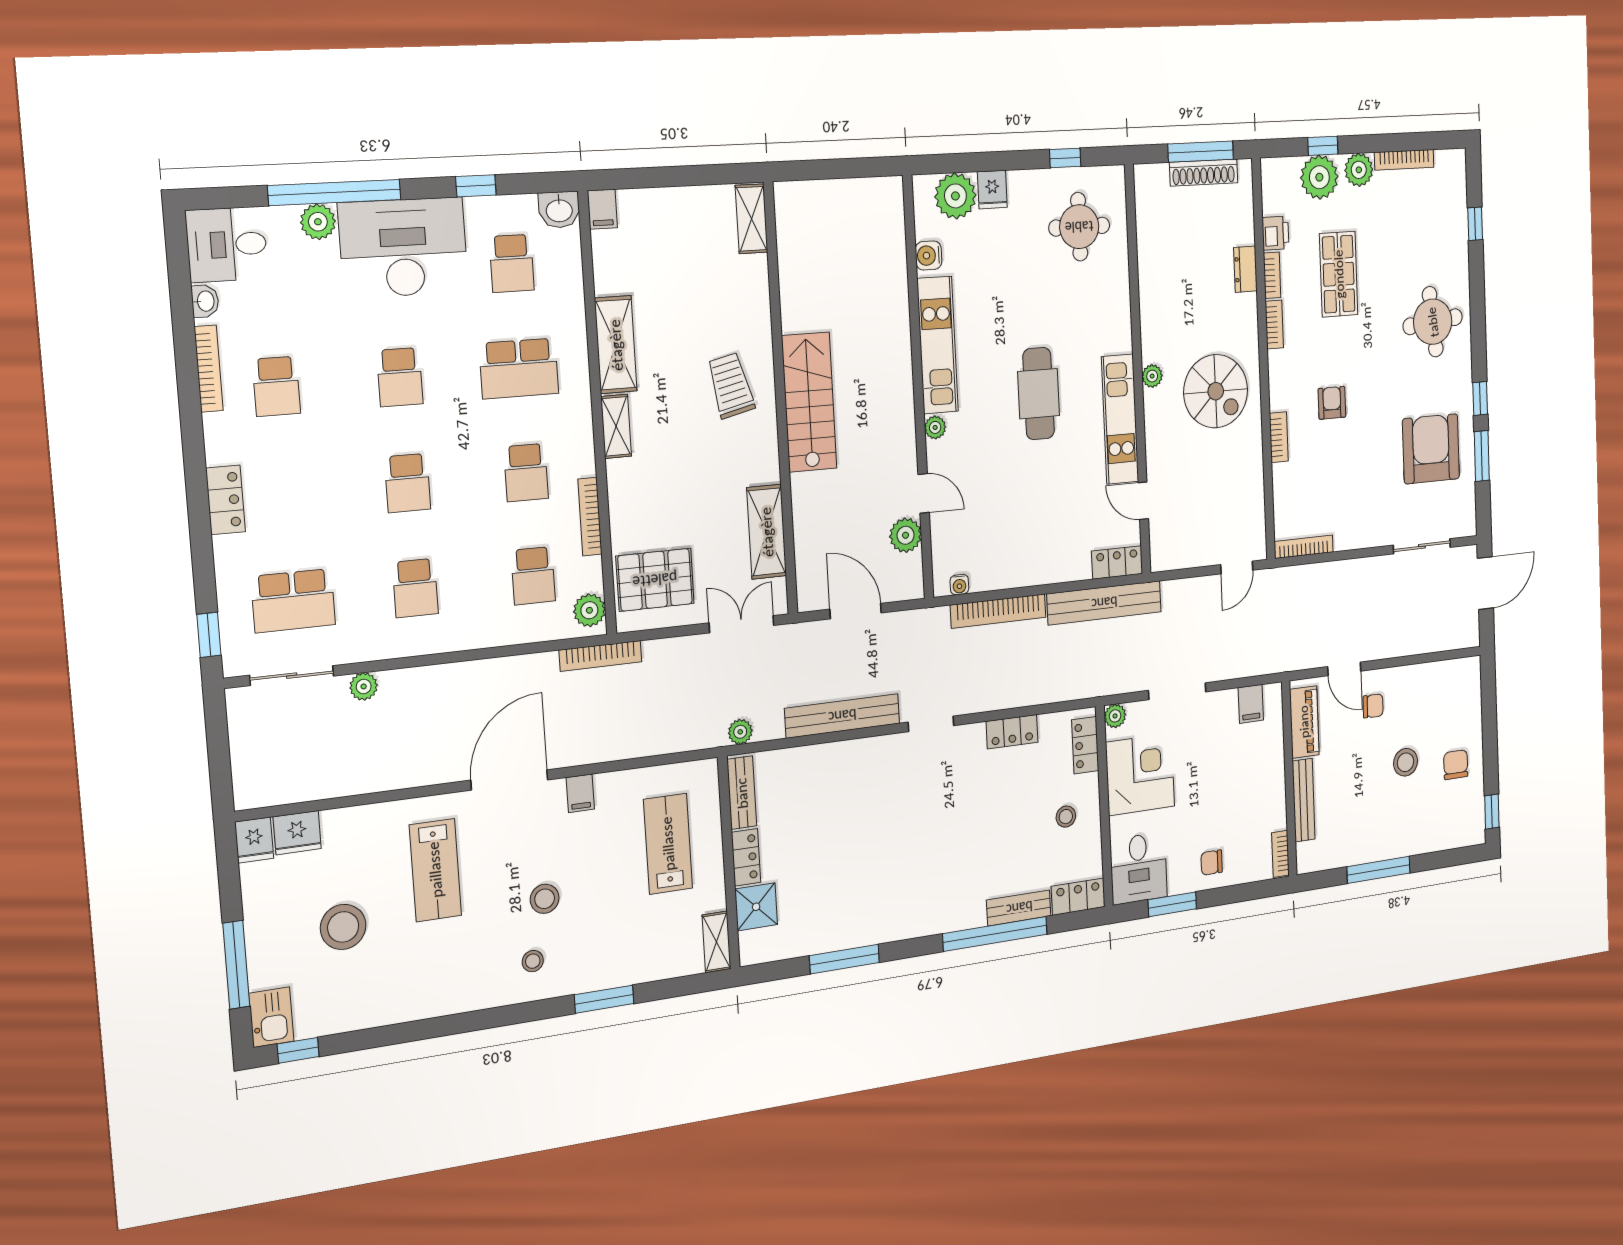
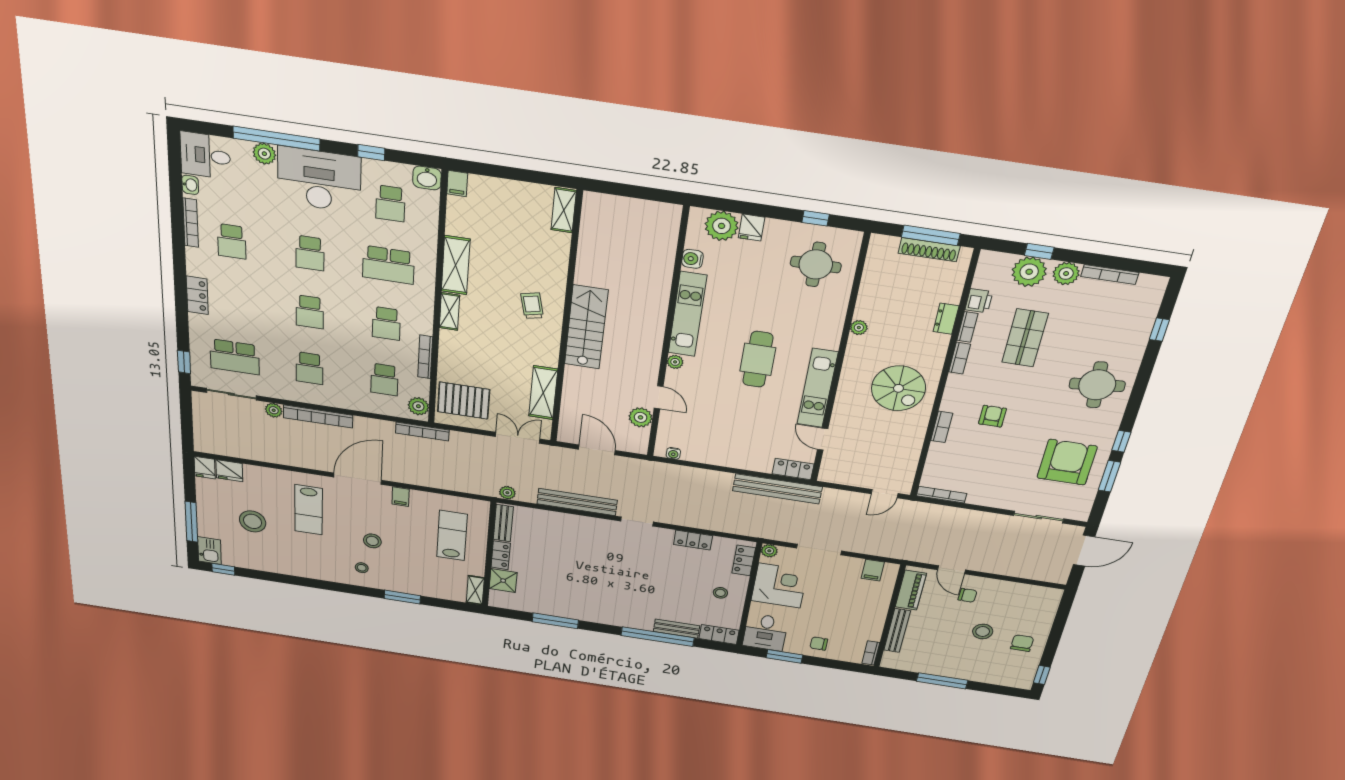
plant: (1152, 376) -> (859, 328), moved
trolley: (731, 386) -> (532, 306), width x0.73, depth x0.72
bookcase: (998, 611) -> (318, 416), moved

